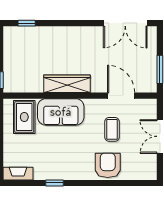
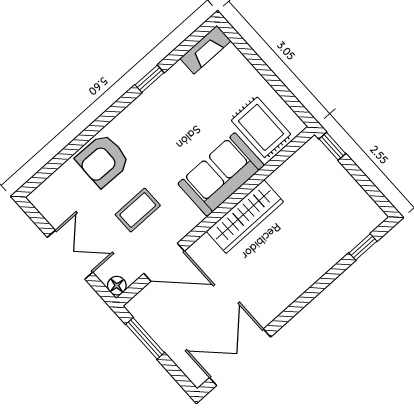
floor lamp: (151, 104) -> (117, 286), added
coffee table: (112, 129) -> (138, 210), turned 90
armchair: (108, 165) -> (103, 160), turned 91

